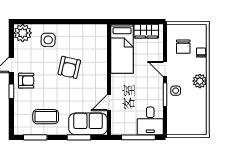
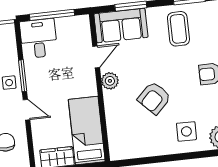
armchair: (69, 67) -> (154, 98), turned -148
plant: (101, 84) -> (110, 81), added
coffee table: (46, 117) -> (178, 29), turned 90

